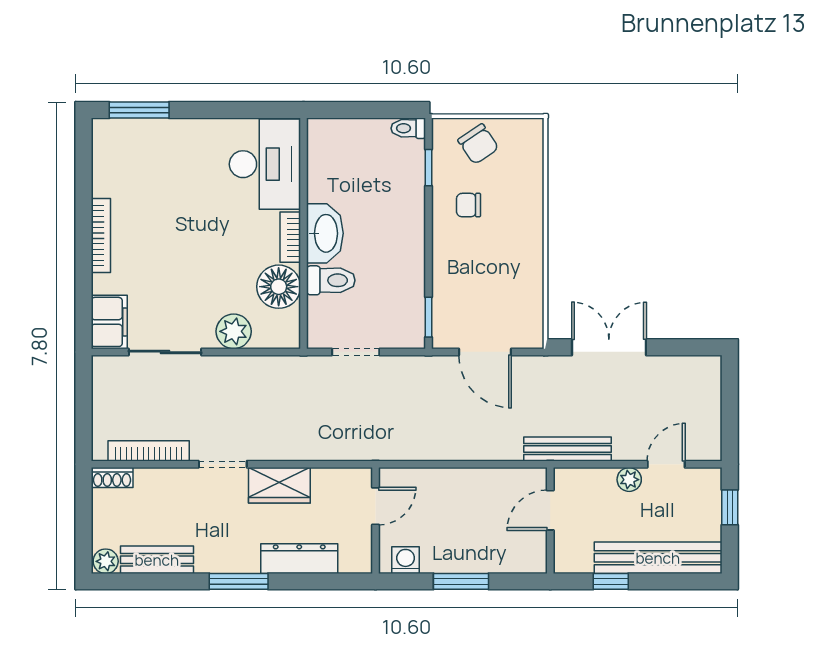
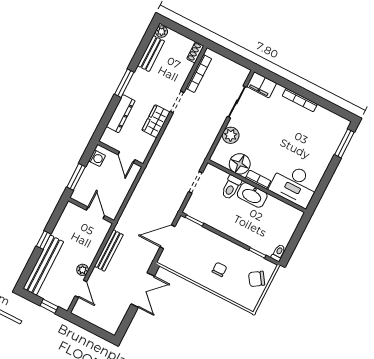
chair: (469, 205) -> (219, 269), moved
door: (550, 510) -> (96, 213), moved
wall: (550, 521) -> (91, 211), moved

